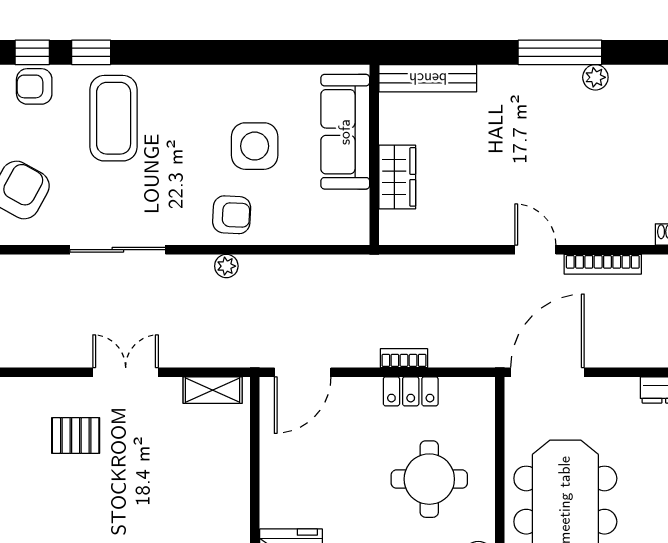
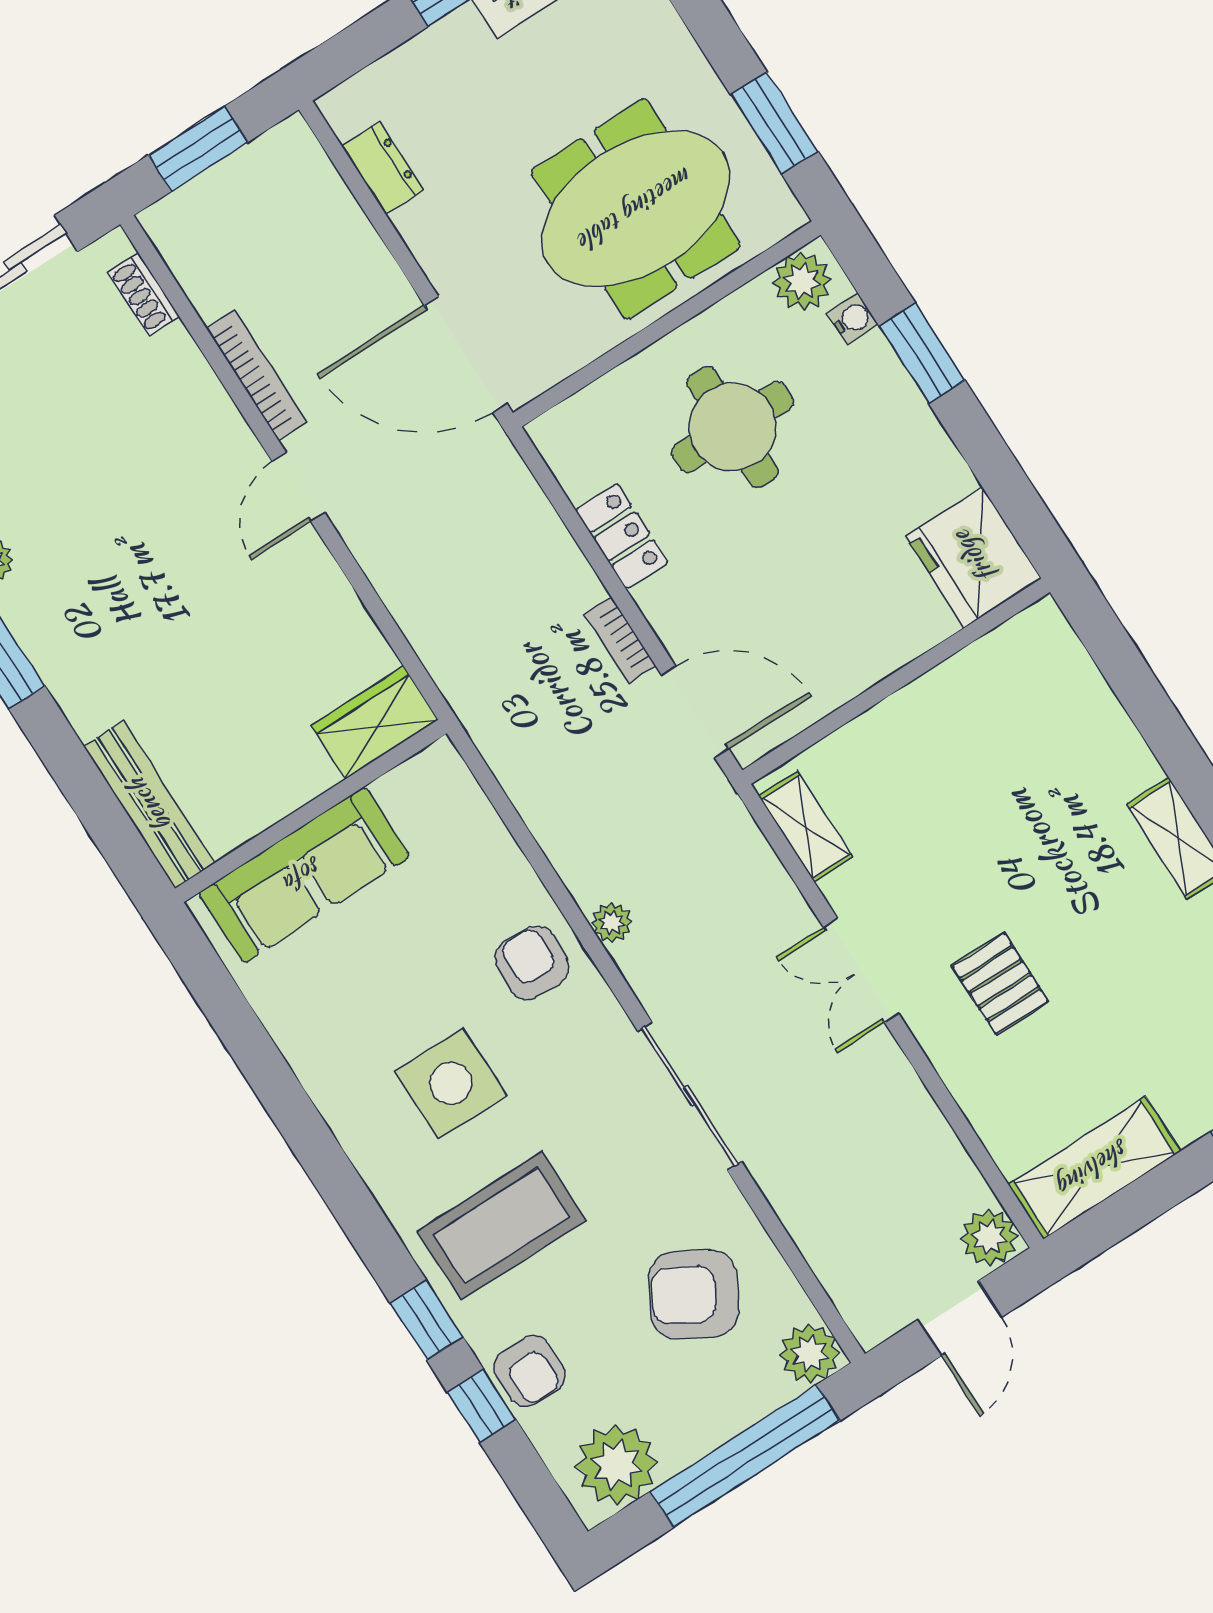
side table: (255, 146) -> (451, 1083), moved
wardrobe: (397, 177) -> (375, 723), moved
bookcase: (404, 358) -> (620, 640), moved

